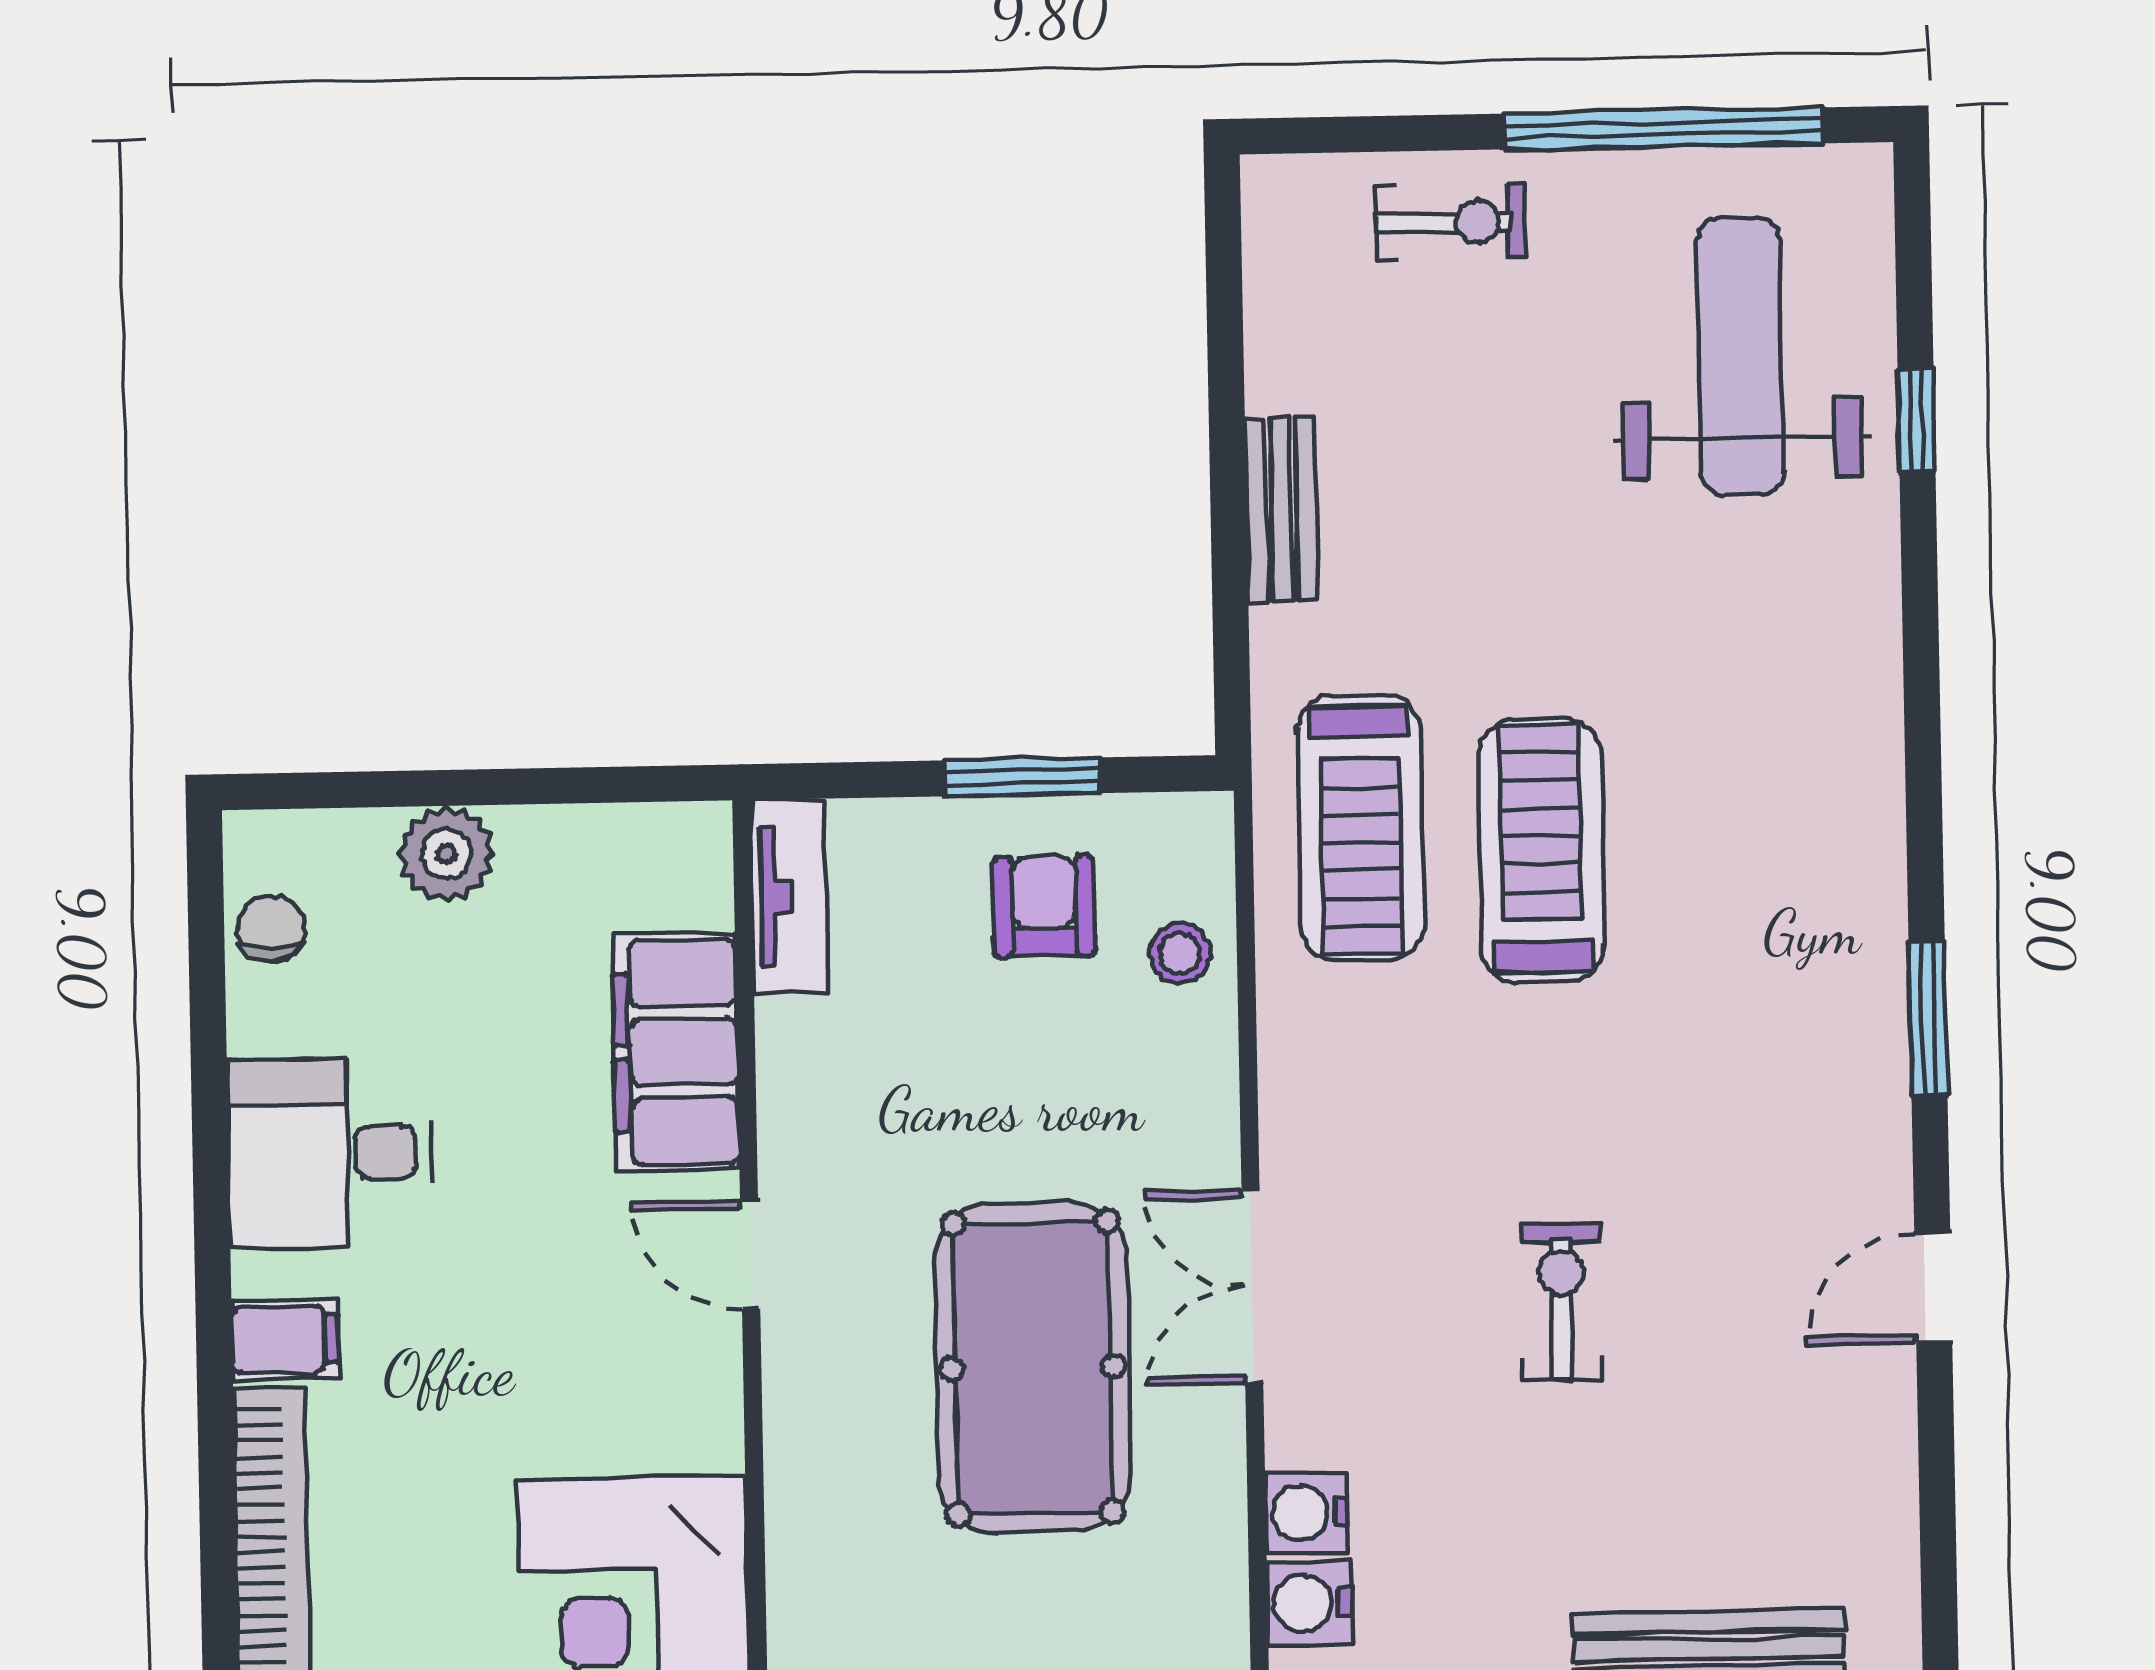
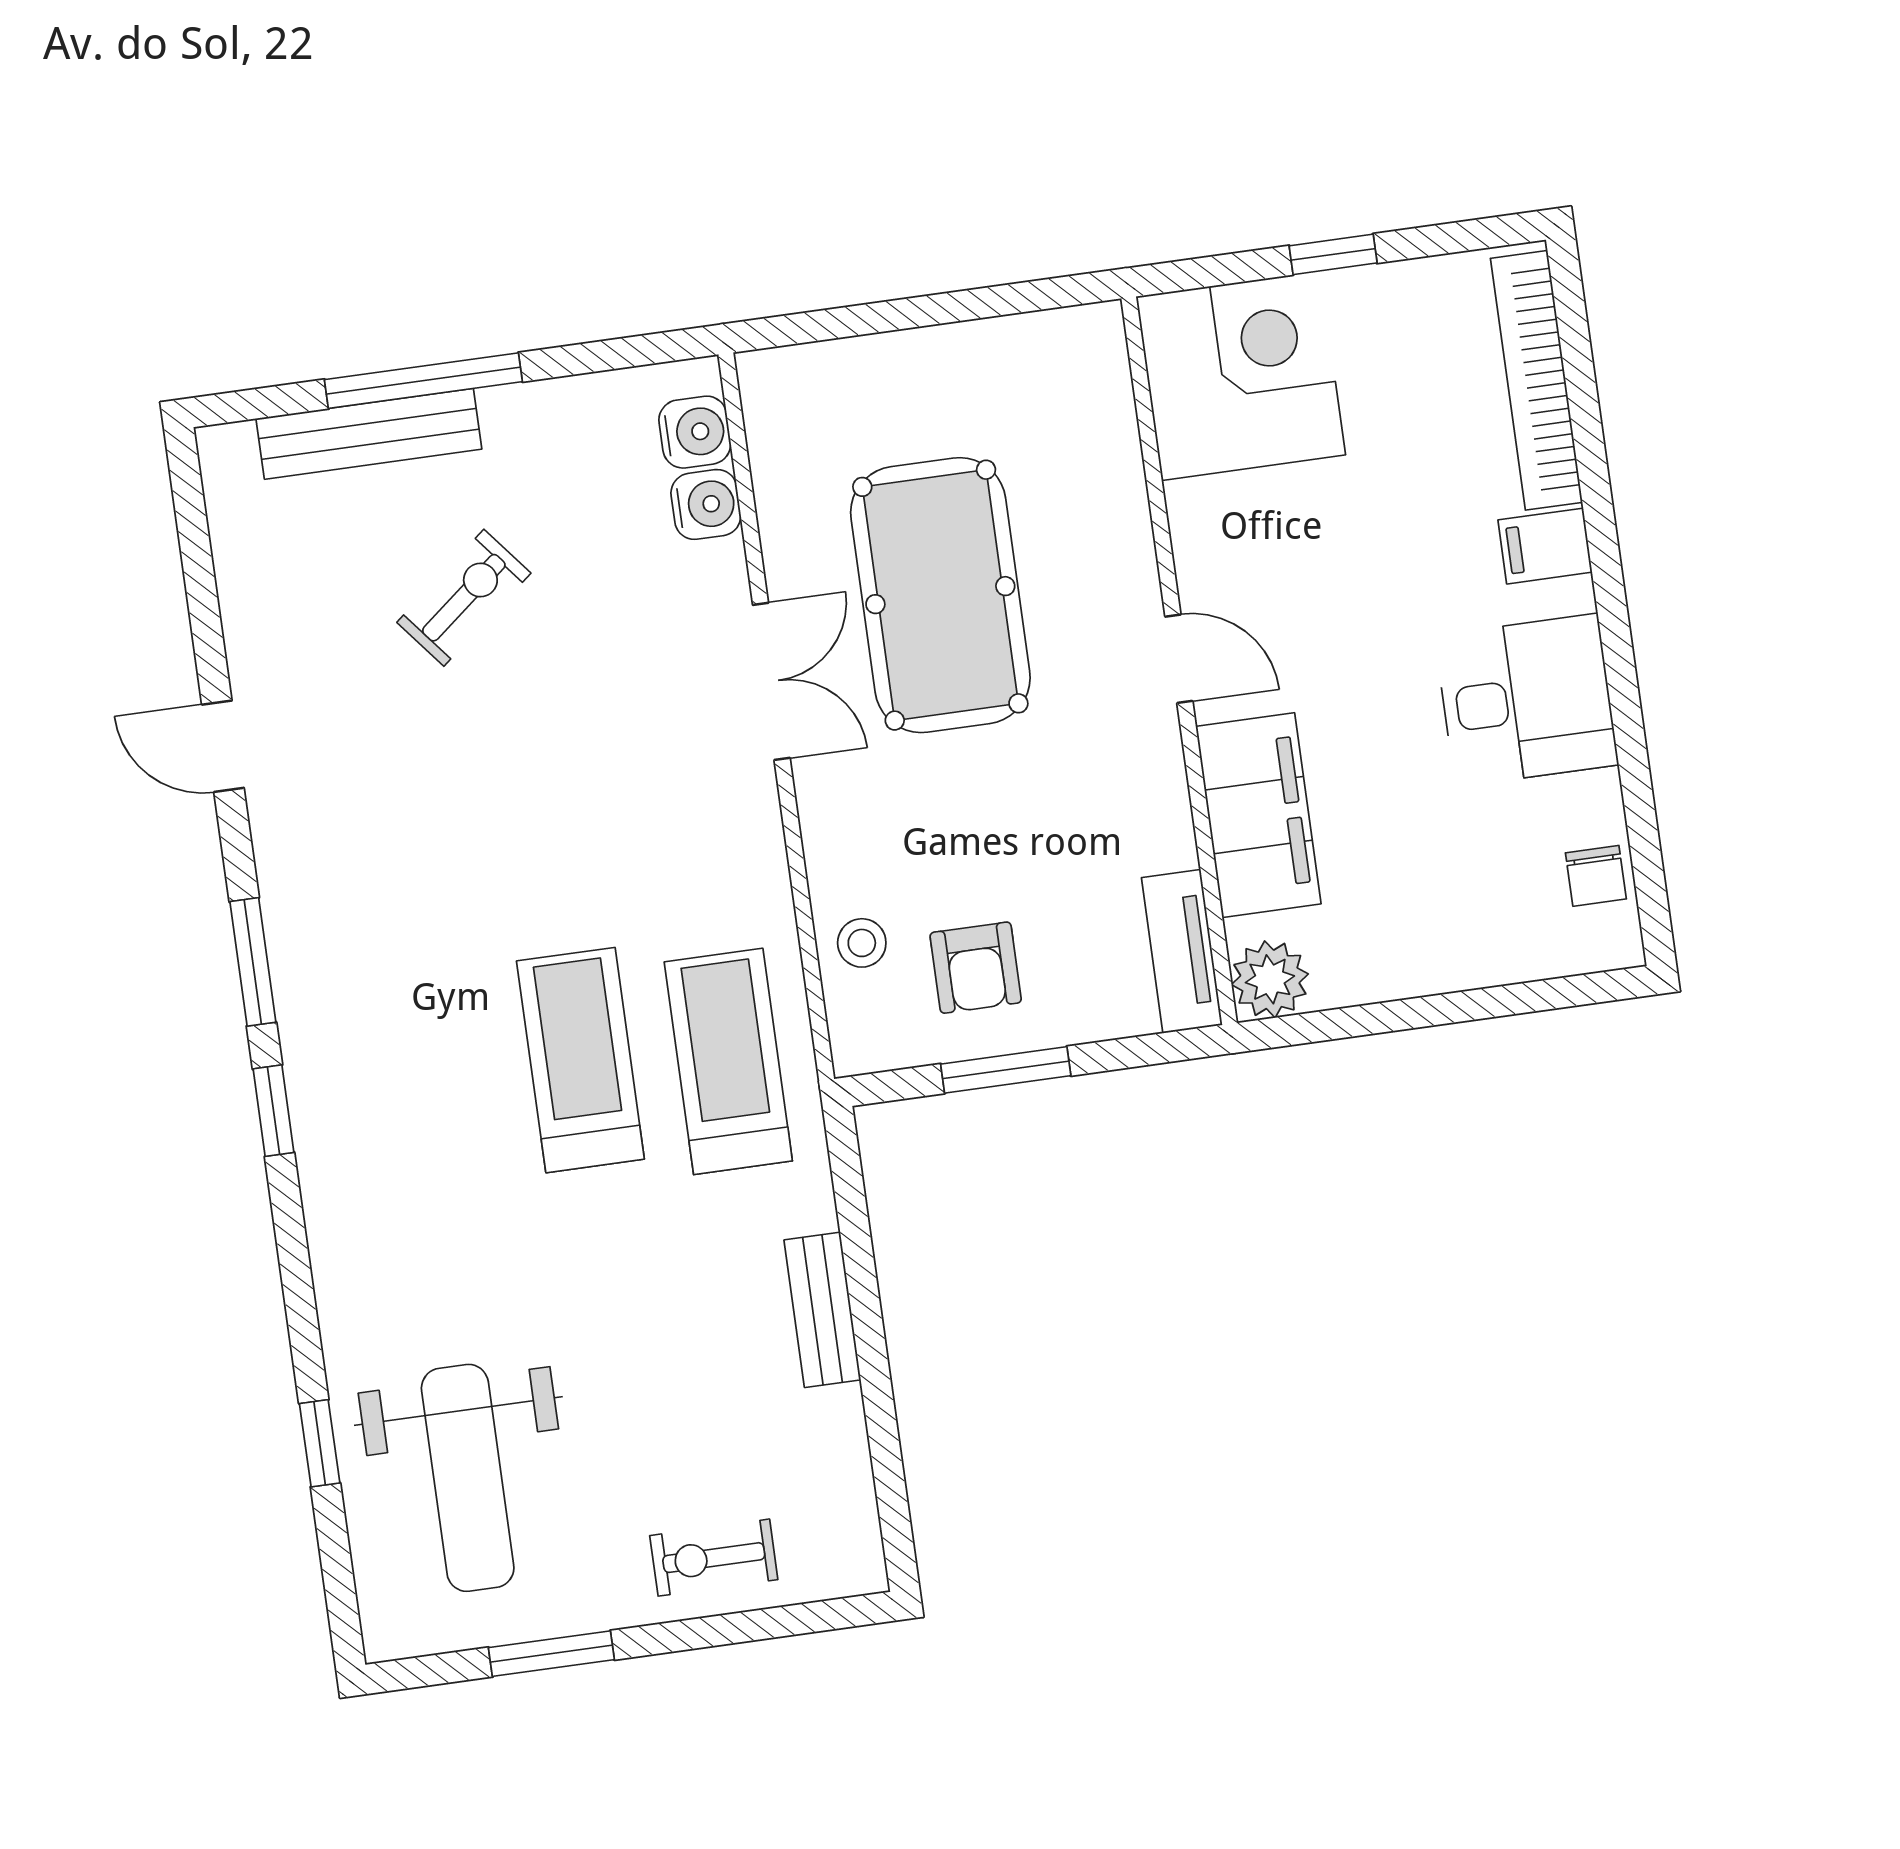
window: (1663, 128) -> (551, 1654), width x0.47
window: (1925, 834) -> (273, 1111), added
treadmill: (1541, 851) -> (580, 1060), turned 180
plant: (447, 854) -> (1270, 979), moved
door: (1933, 1287) -> (223, 746), swing flipped
exercise bike: (1562, 1301) -> (464, 598), moved, turned -129

